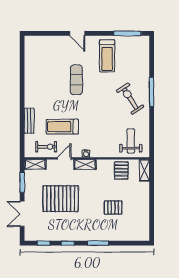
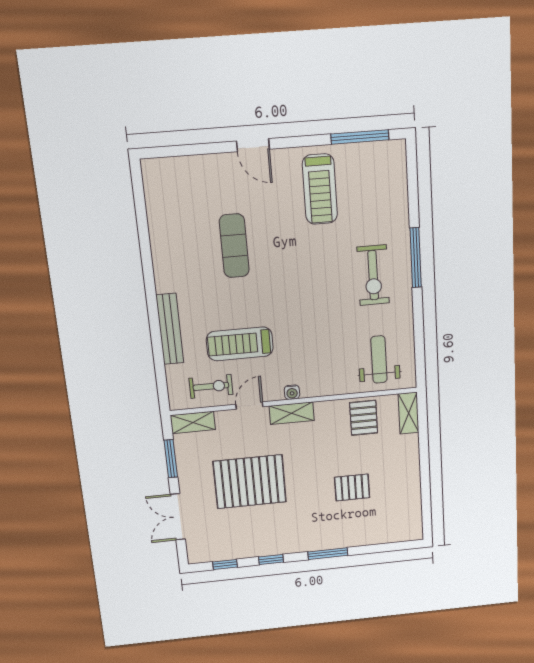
exercise mat: (76, 80) -> (234, 246), moved
exercise bike: (130, 99) -> (373, 275), turned -147
bench: (29, 121) -> (170, 329), width x1.36

